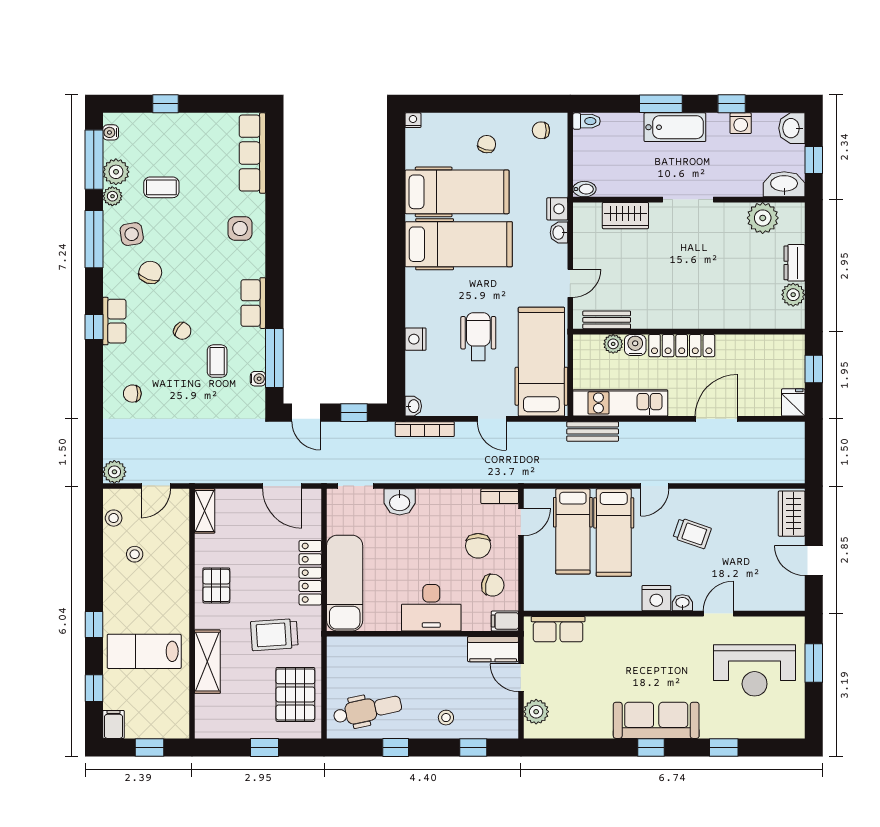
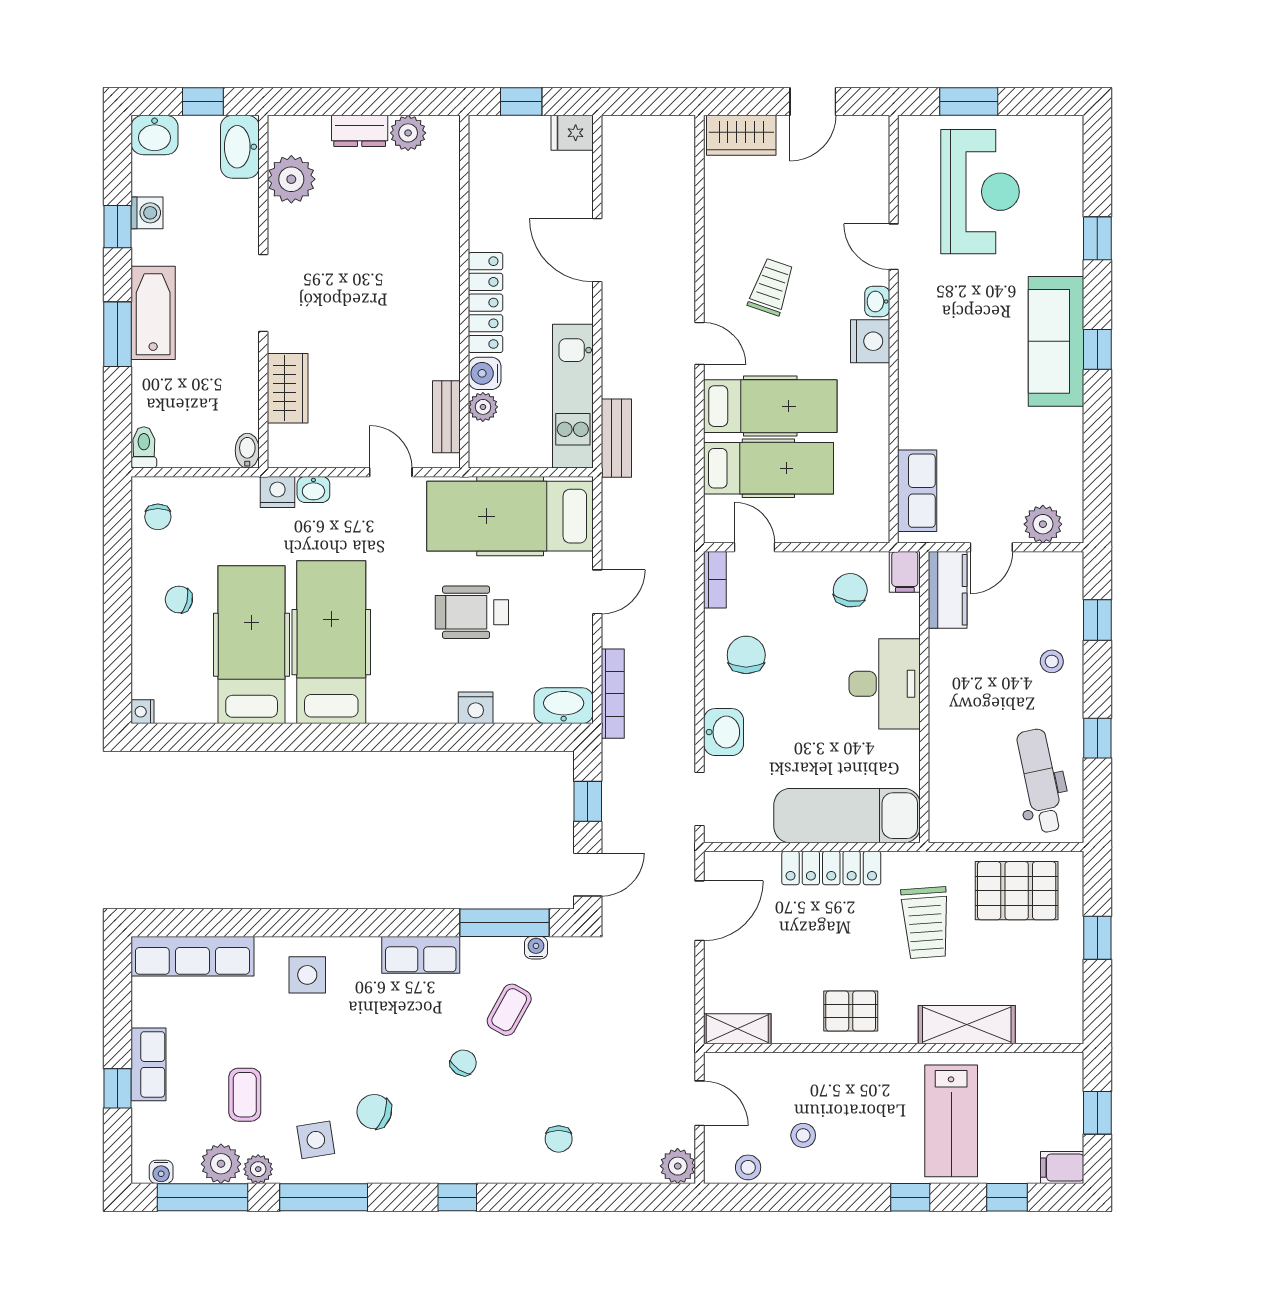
row of seats: (114, 321) -> (149, 1064), moved, turned 90
coffee table: (217, 361) -> (509, 1010), turned -61
washbasin: (413, 406) -> (564, 706), width x1.91, depth x1.45
chair: (478, 546) -> (746, 655), moved, turned -90

